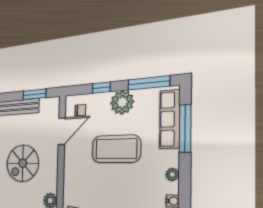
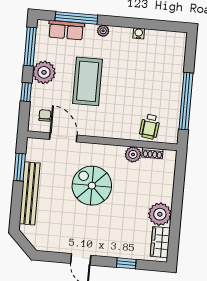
row of seats: (170, 119) -> (66, 30), width x0.68
spiral stairs: (23, 163) -> (92, 186), turned 180
plant: (172, 174) -> (103, 31), moved

